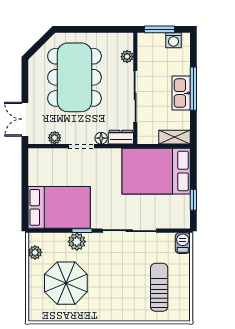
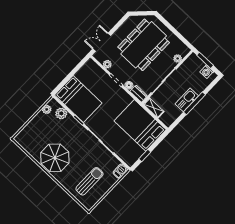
shelving: (174, 137) -> (154, 108), moved
plant: (77, 242) -> (61, 113), moved
parasol: (66, 283) -> (55, 158), moved

